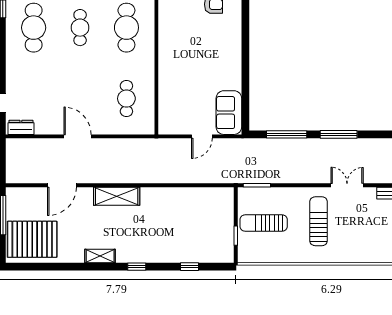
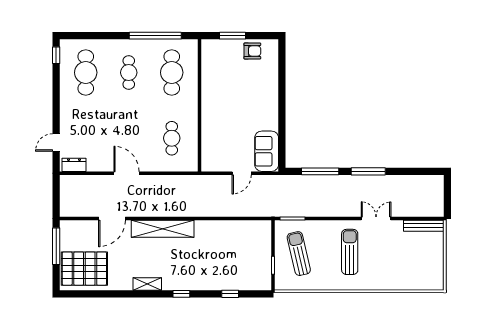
shelving: (117, 196) -> (163, 229), width x1.47
sun lounger: (264, 223) -> (299, 254), turned 77

